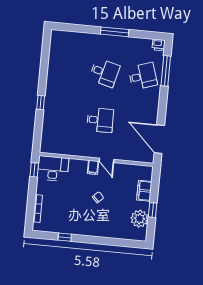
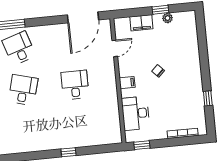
door: (107, 160) -> (115, 48), moved
desk: (53, 169) -> (136, 113), moved
plant: (139, 219) -> (167, 18), width x0.53, depth x0.53

